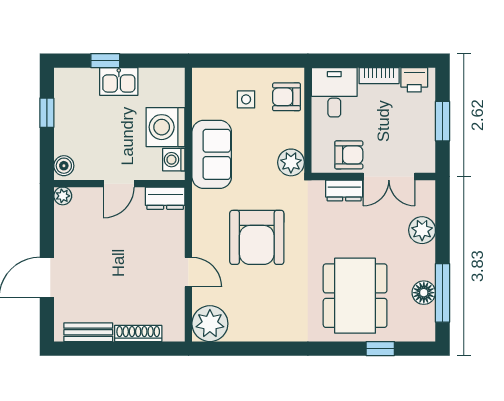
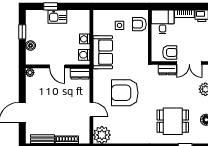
washing machine: (166, 127) -> (85, 39), width x0.53, depth x0.53
plant: (291, 162) -> (141, 56), removed
boiler: (64, 166) -> (31, 45), moved
door: (119, 184) -> (57, 66), hinge flipped
armchair: (257, 237) -> (125, 93), turned 90
dining table: (355, 296) -> (173, 121), width x0.73

